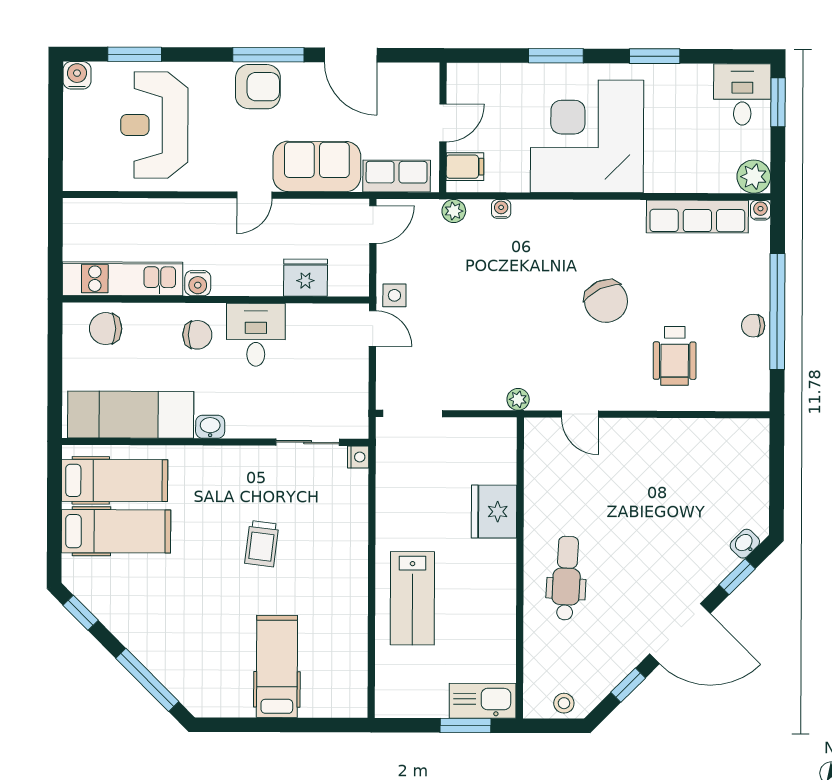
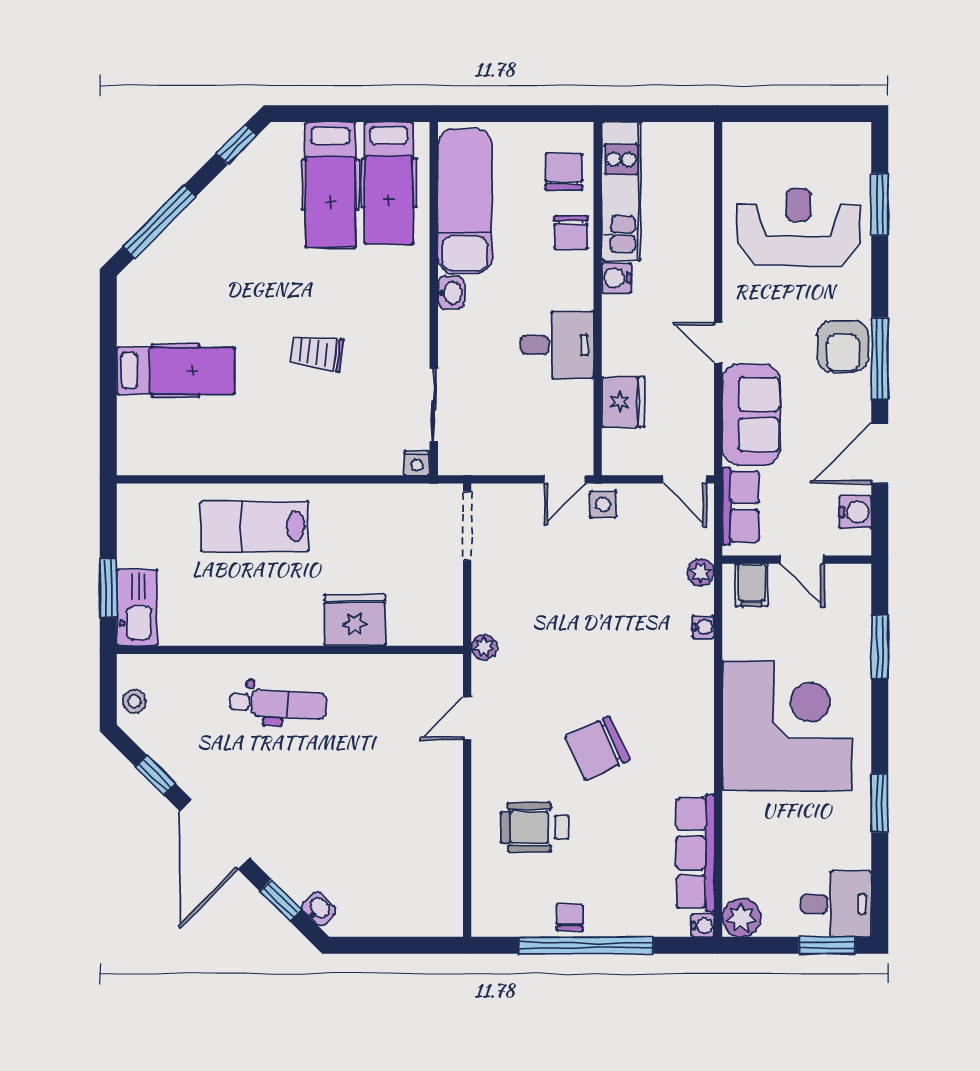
window: (556, 56) -> (880, 647), moved
water cooler: (77, 75) -> (855, 512), moved
chair: (197, 335) -> (571, 232), moved

